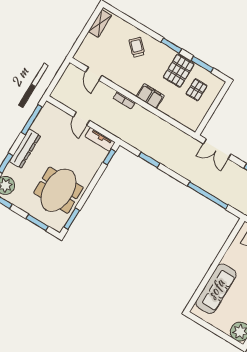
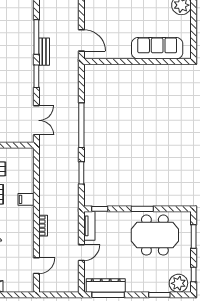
filing cabinet: (150, 96) -> (26, 199), width x0.50
dresser: (25, 149) -> (106, 286), moved
window: (208, 195) -> (81, 125), moved
window: (72, 219) -> (142, 209), moved

